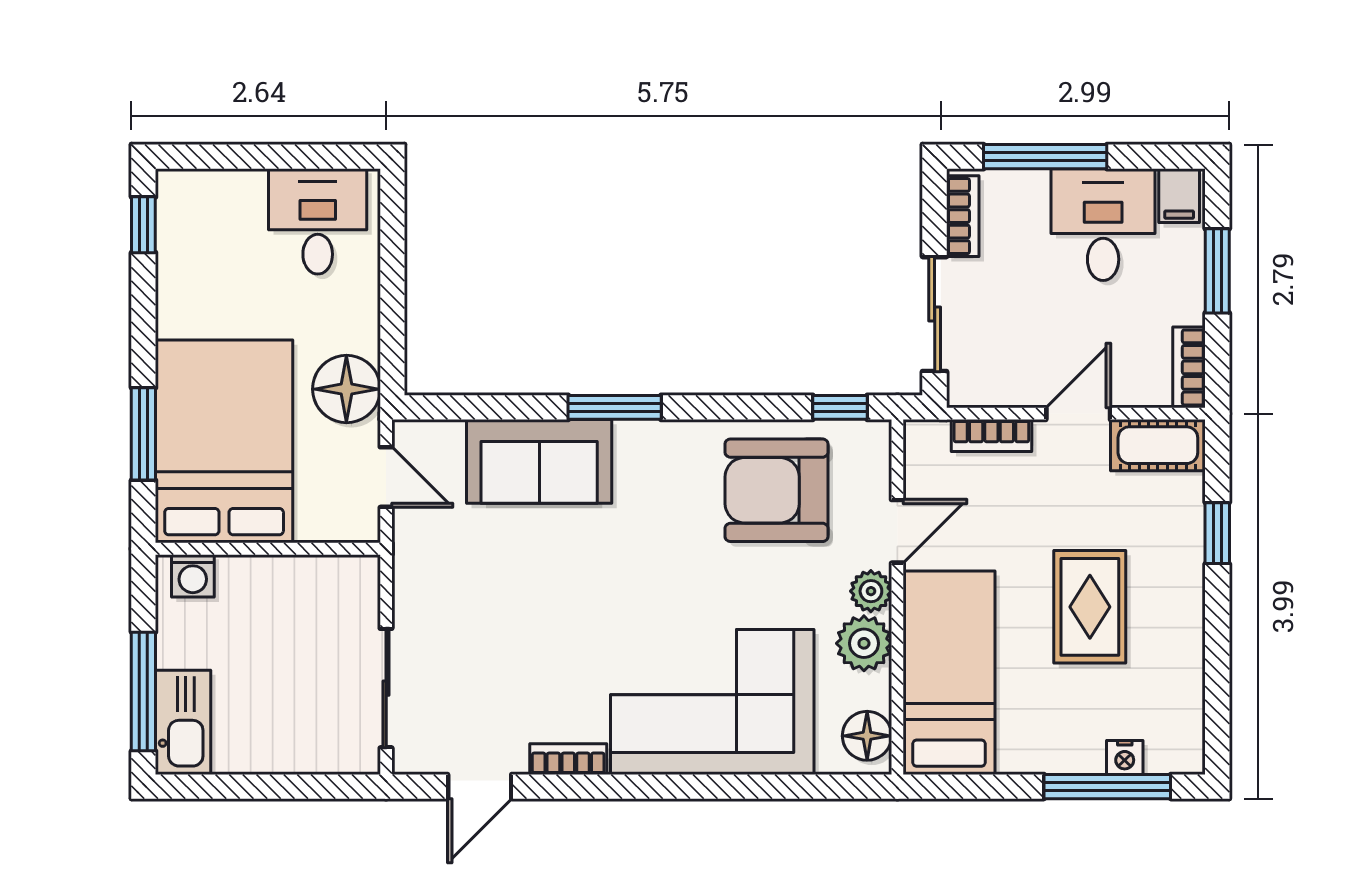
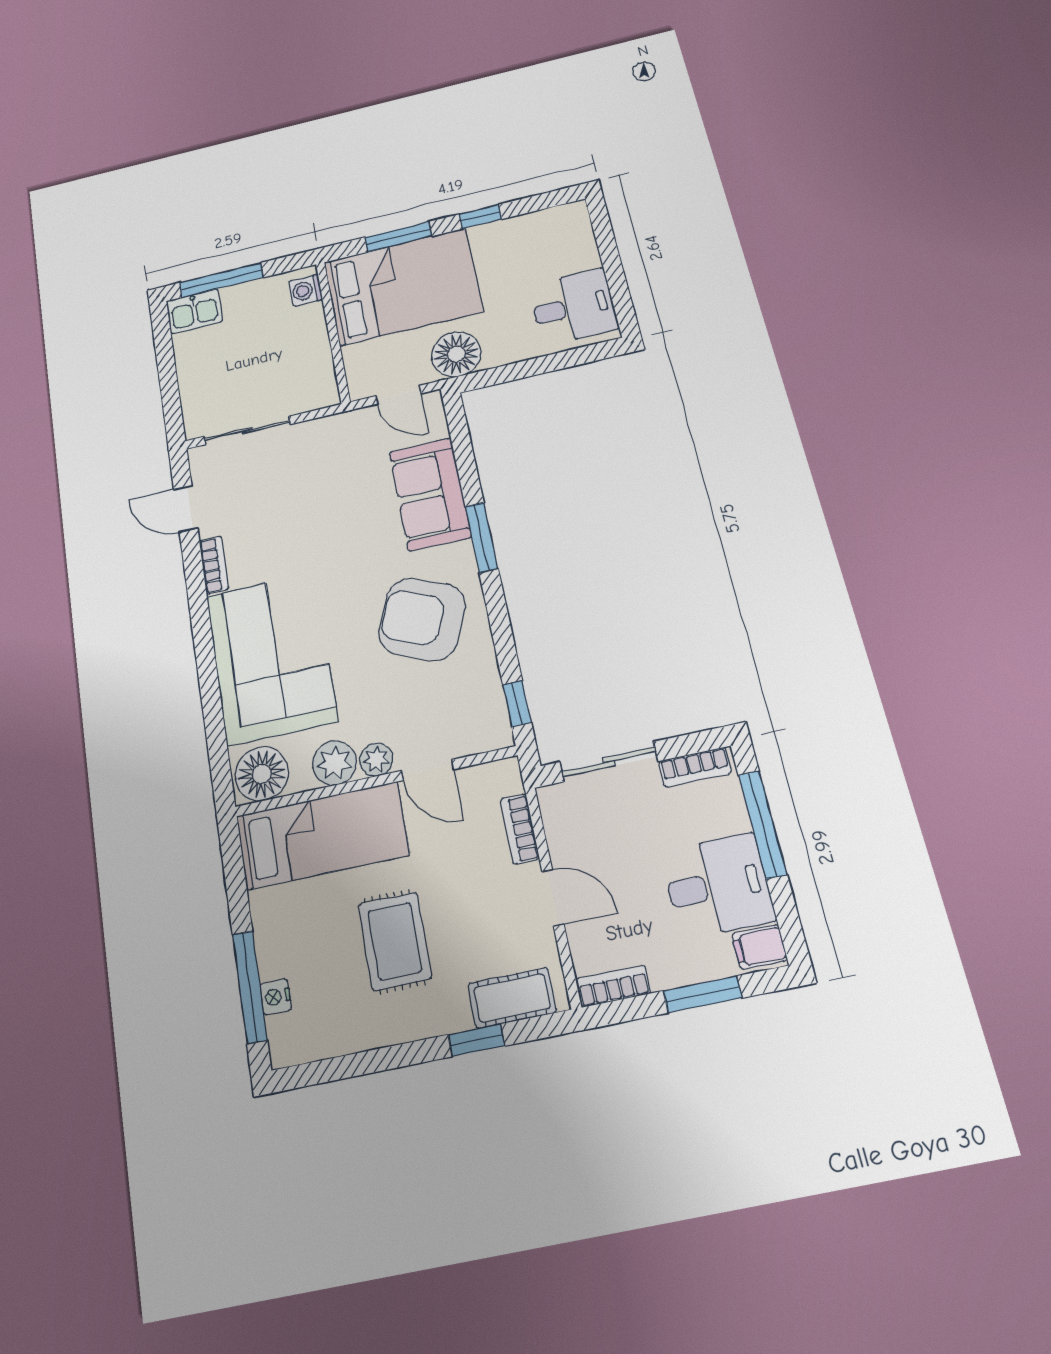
window: (143, 225) -> (480, 217), moved
cot: (1158, 445) -> (512, 998), moved, turned 90
door: (386, 477) -> (398, 395), hinge flipped
armchair: (777, 490) -> (422, 619), moved, turned -67
rug: (1090, 607) -> (395, 941), turned 90
kitchen sink: (183, 722) -> (194, 311), width x0.73
floor lamp: (867, 736) -> (262, 774), width x1.38, depth x1.38

